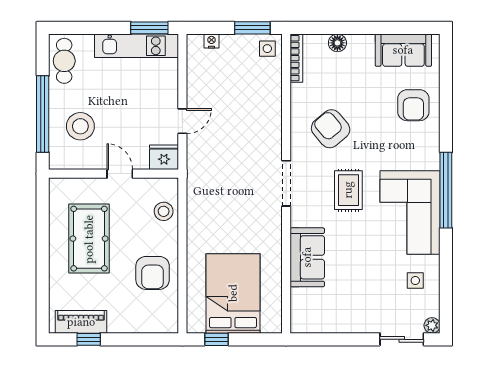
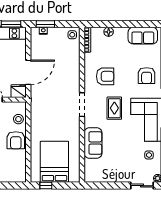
window: (252, 28) -> (45, 24), moved
armchair: (413, 105) -> (147, 76), moved
door: (182, 121) -> (28, 72), width x1.87
armchair: (331, 129) -> (105, 76), turned 130
armchair: (153, 273) -> (16, 140), moved

